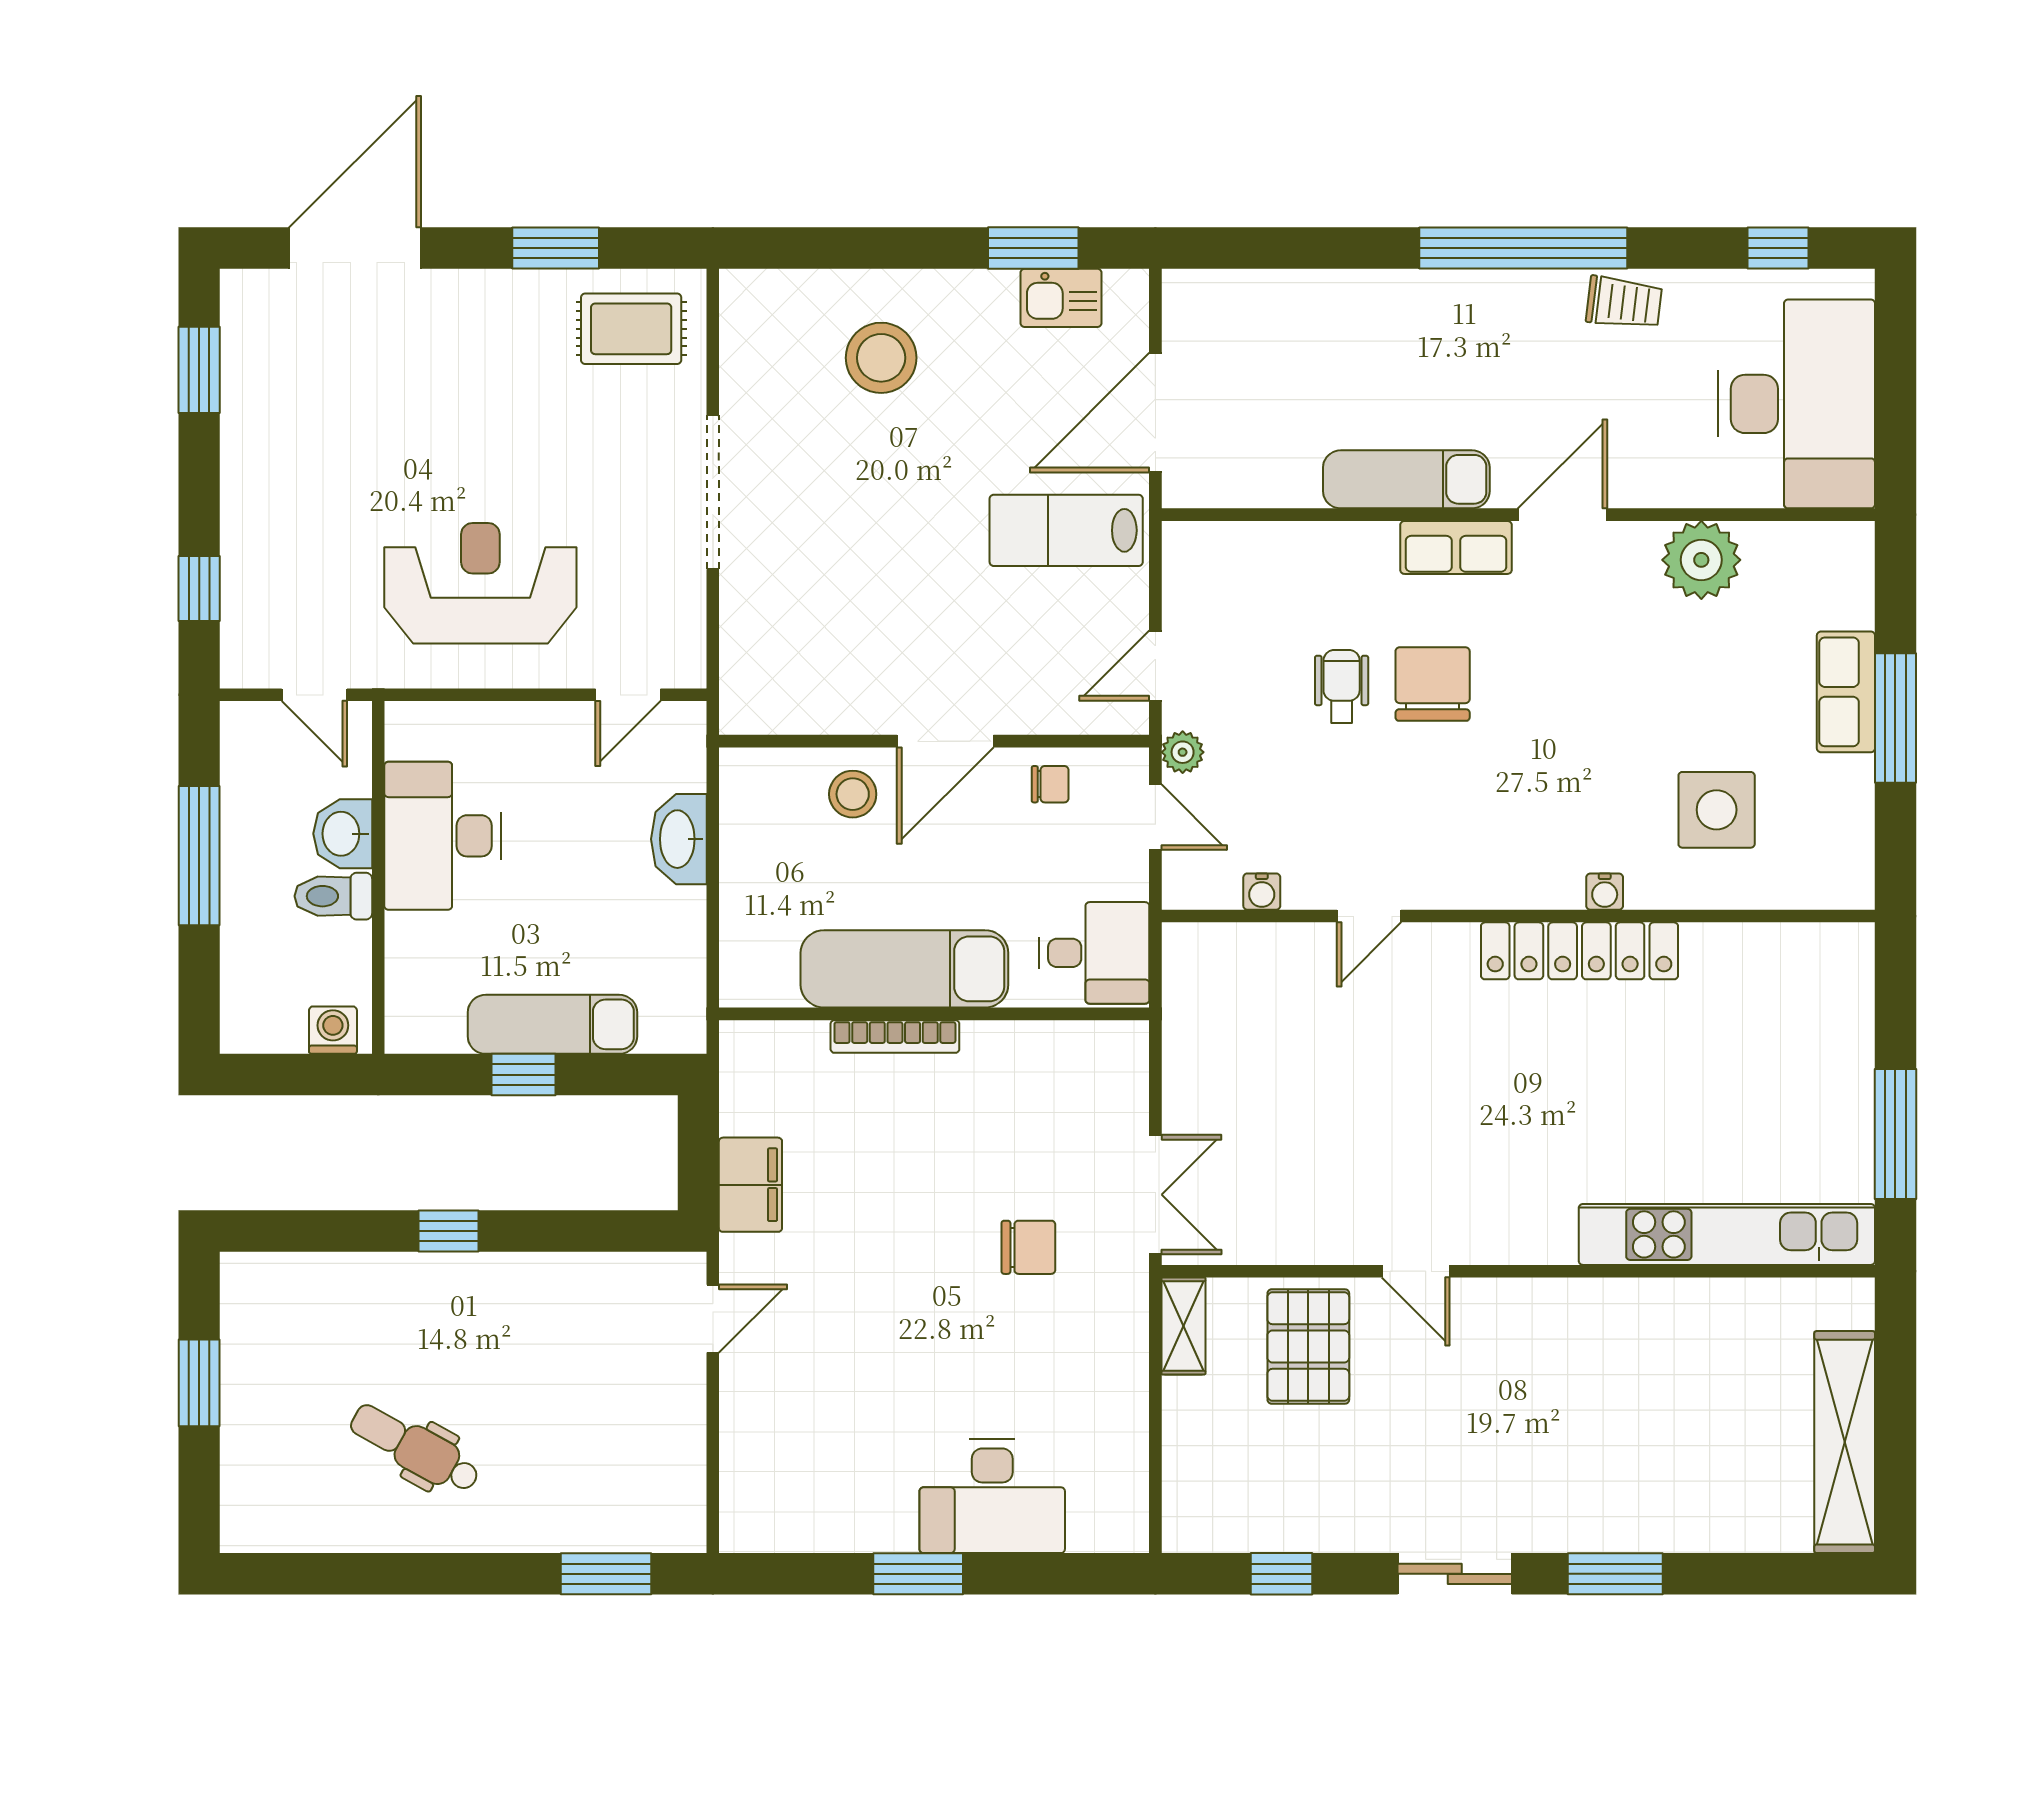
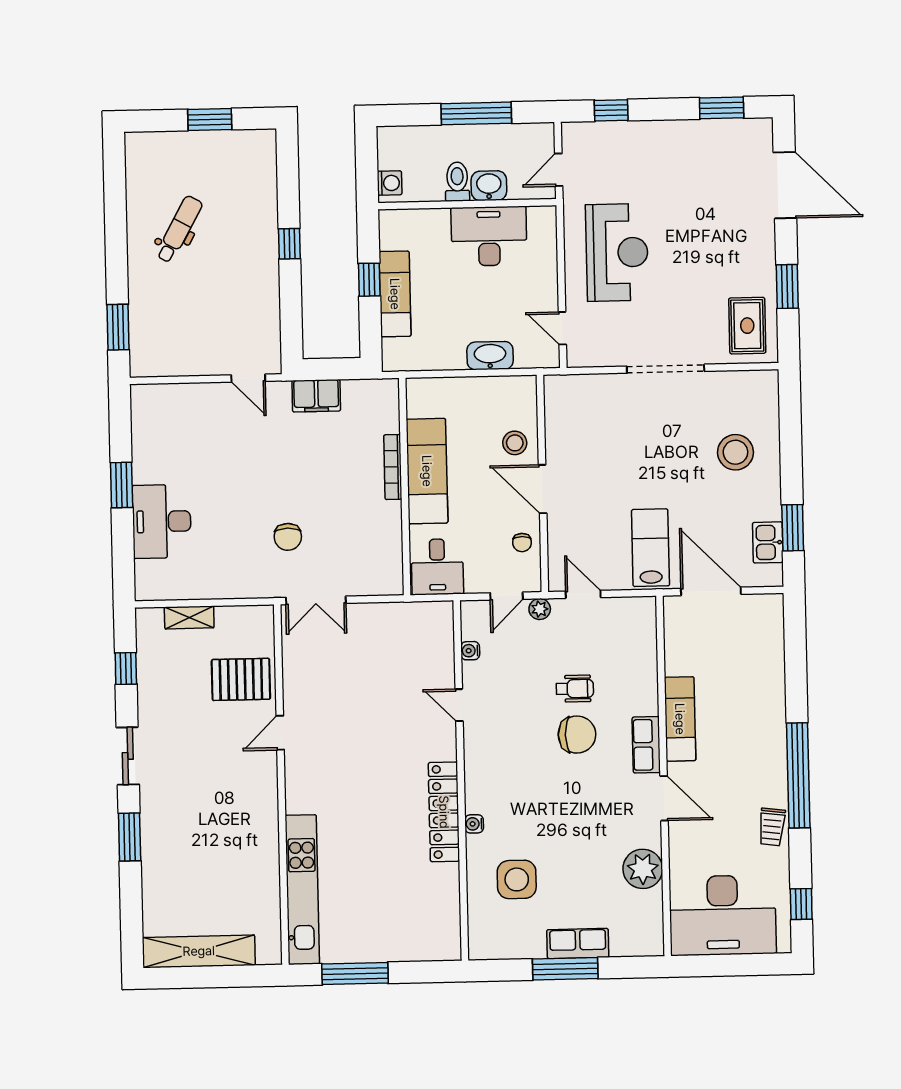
shelving: (1183, 1326) -> (189, 617), moved

